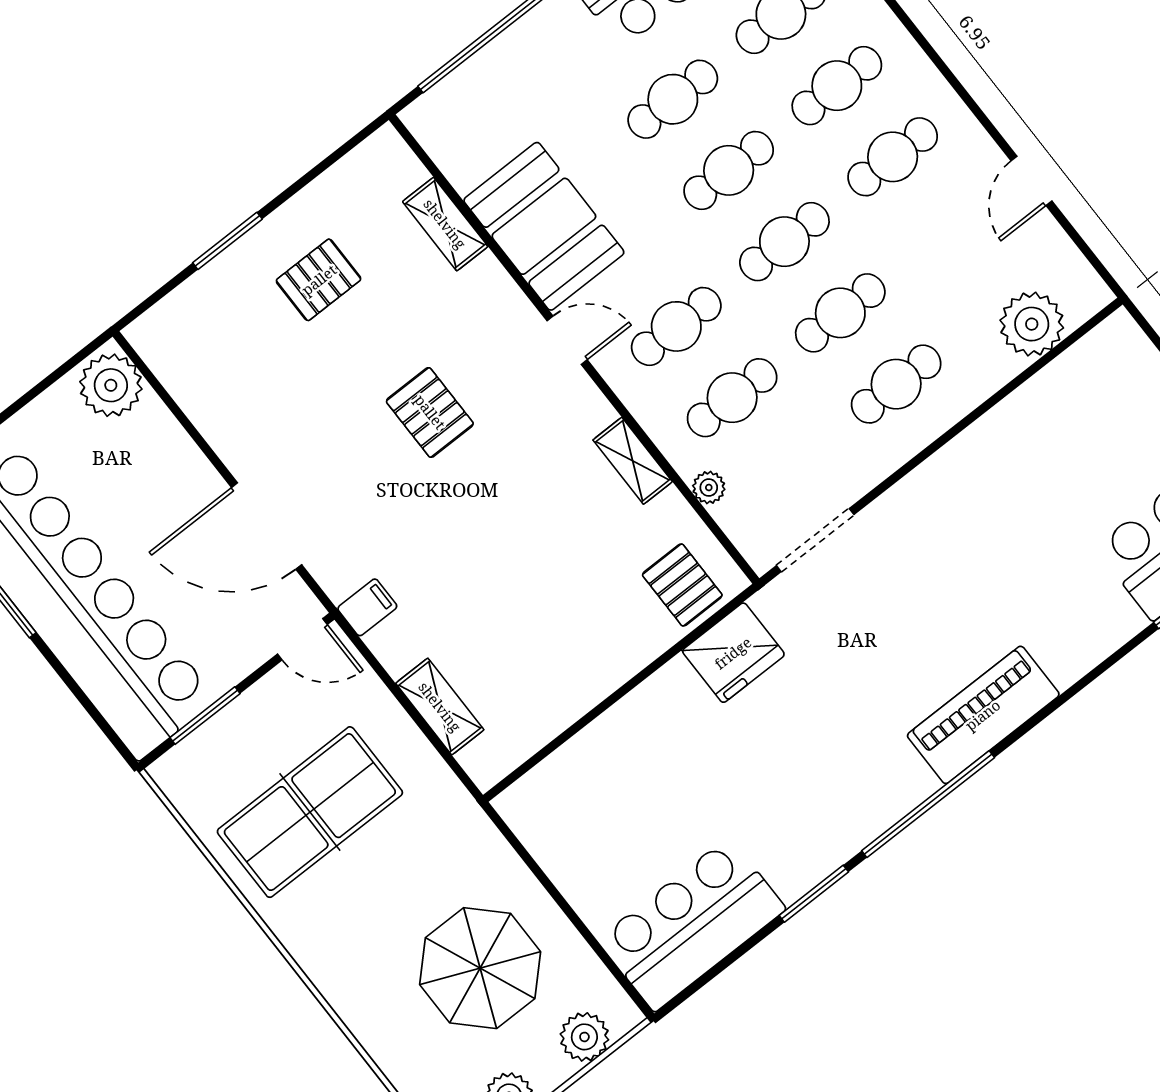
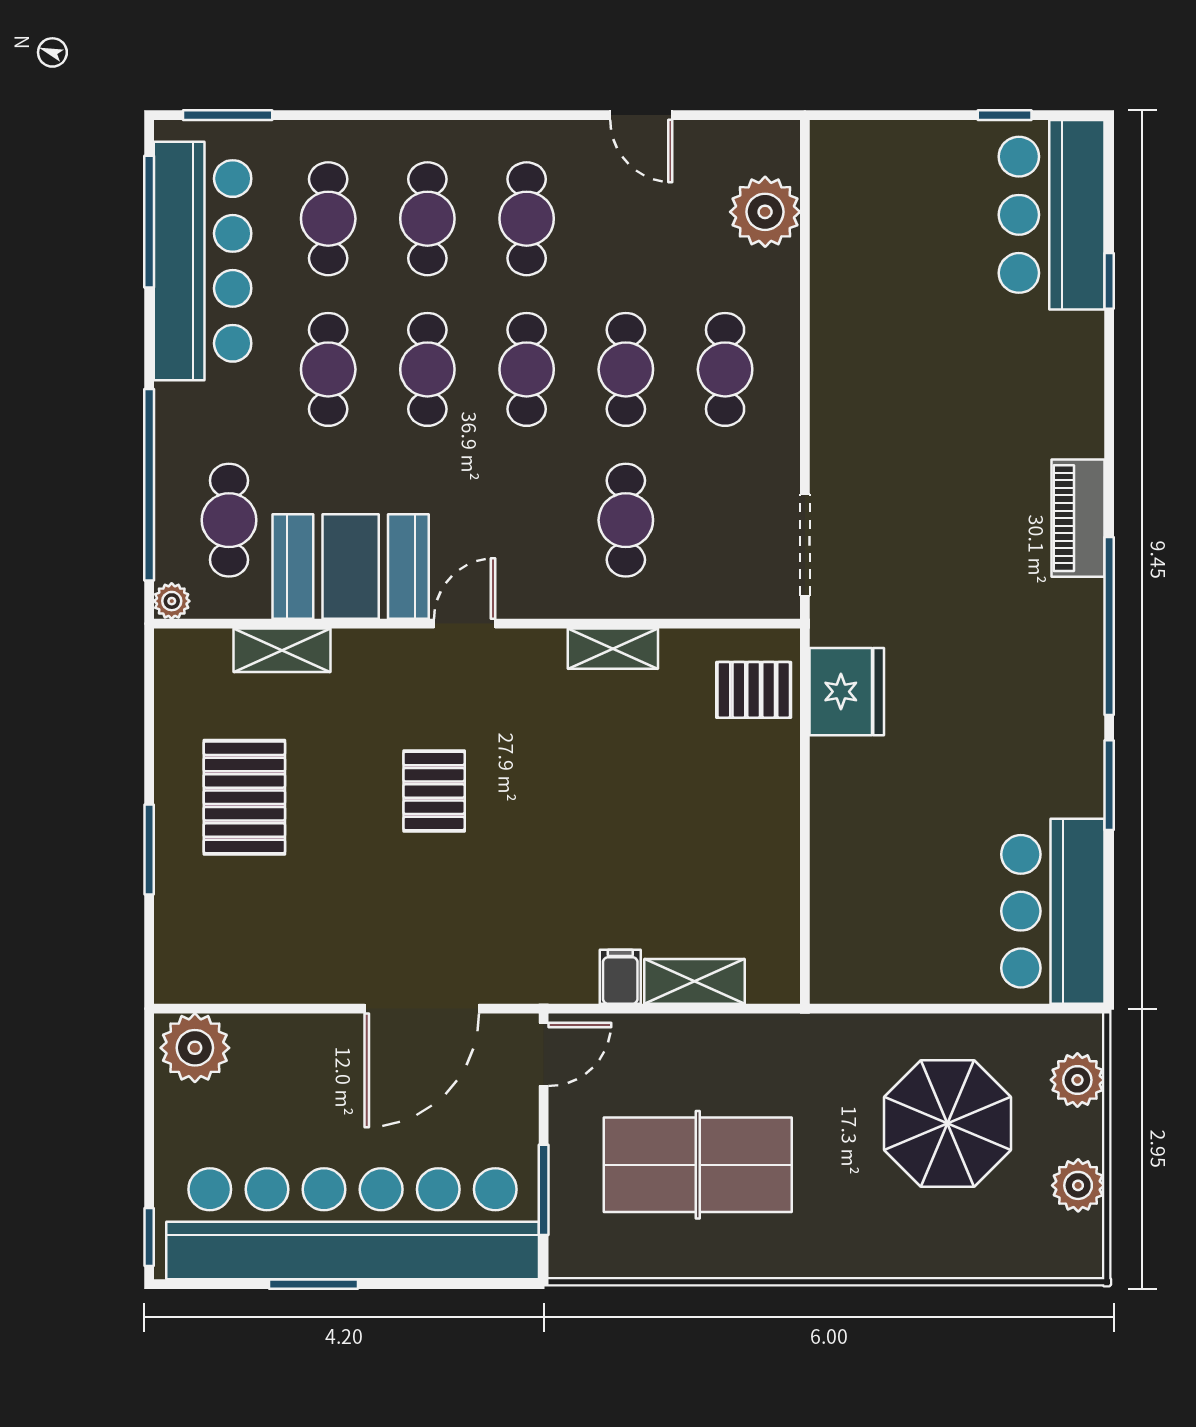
pallet: (319, 280) -> (244, 797), width x1.50, depth x1.42
cafe table: (676, 326) -> (229, 520), moved
pallet: (430, 412) -> (434, 791), turned 90
plant: (709, 488) -> (172, 601), moved
filing cabinet: (367, 607) -> (620, 977), moved
piano: (983, 715) -> (1078, 518), width x0.73, depth x0.75
table tennis table: (310, 812) -> (698, 1165), turned 90

